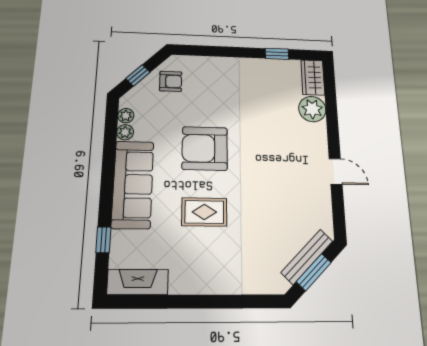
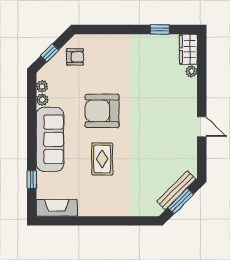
plant: (312, 109) -> (191, 71), width x0.53, depth x0.53
rug: (204, 212) -> (102, 159), turned 90

